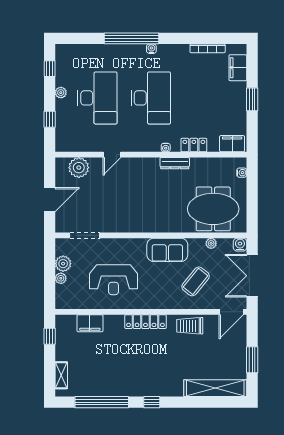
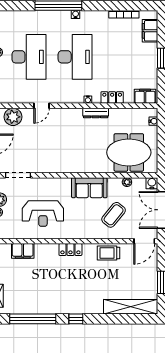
locker: (145, 322) -> (70, 250), width x0.66

